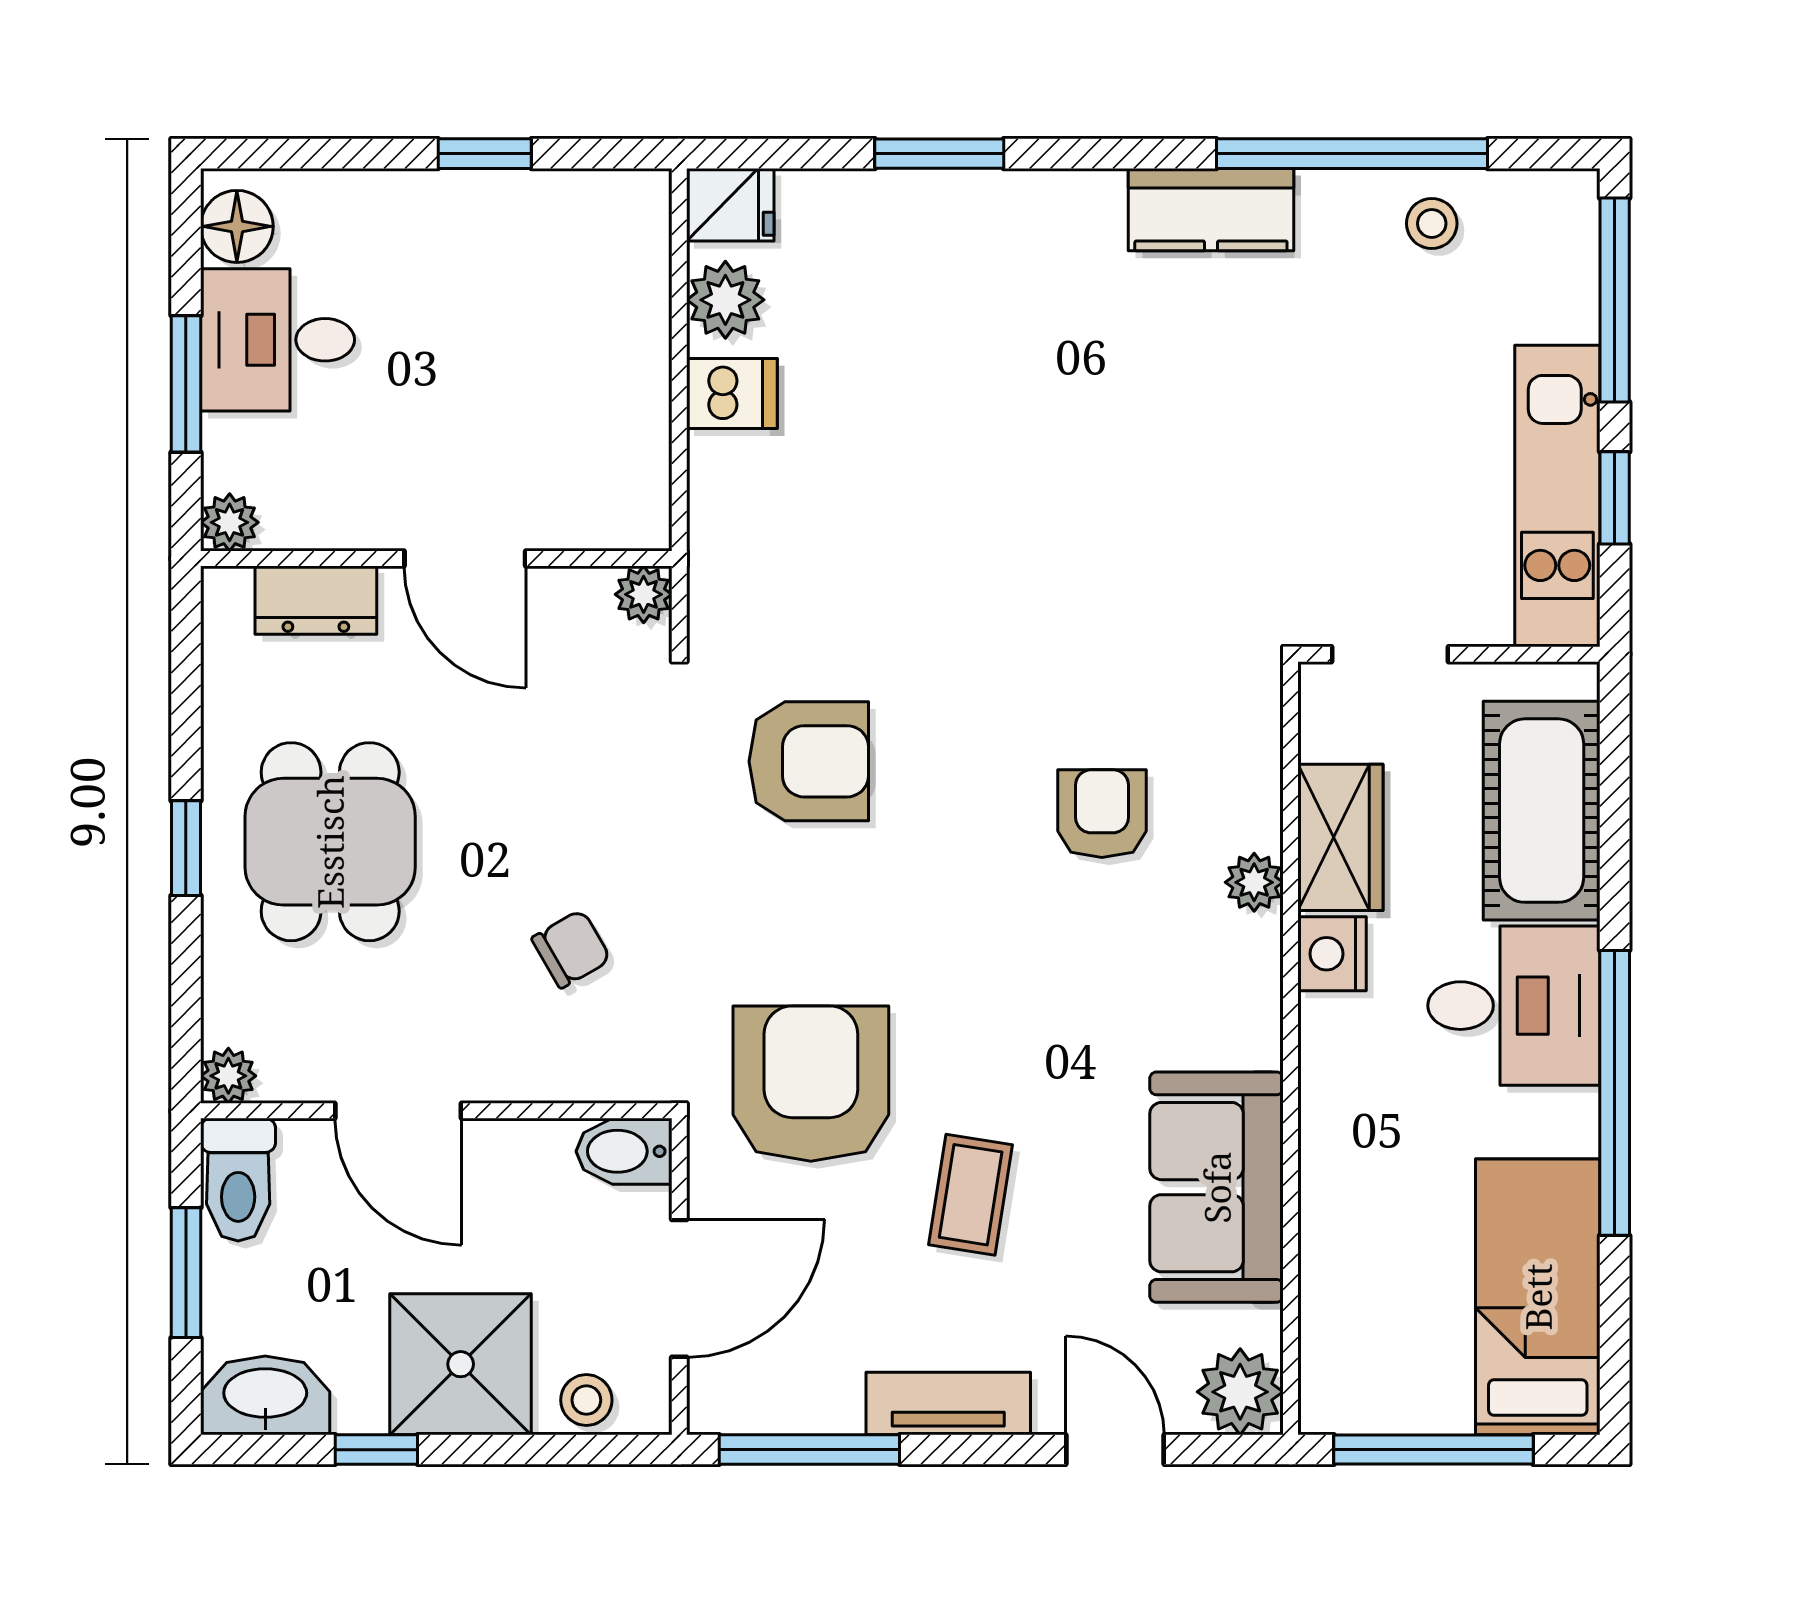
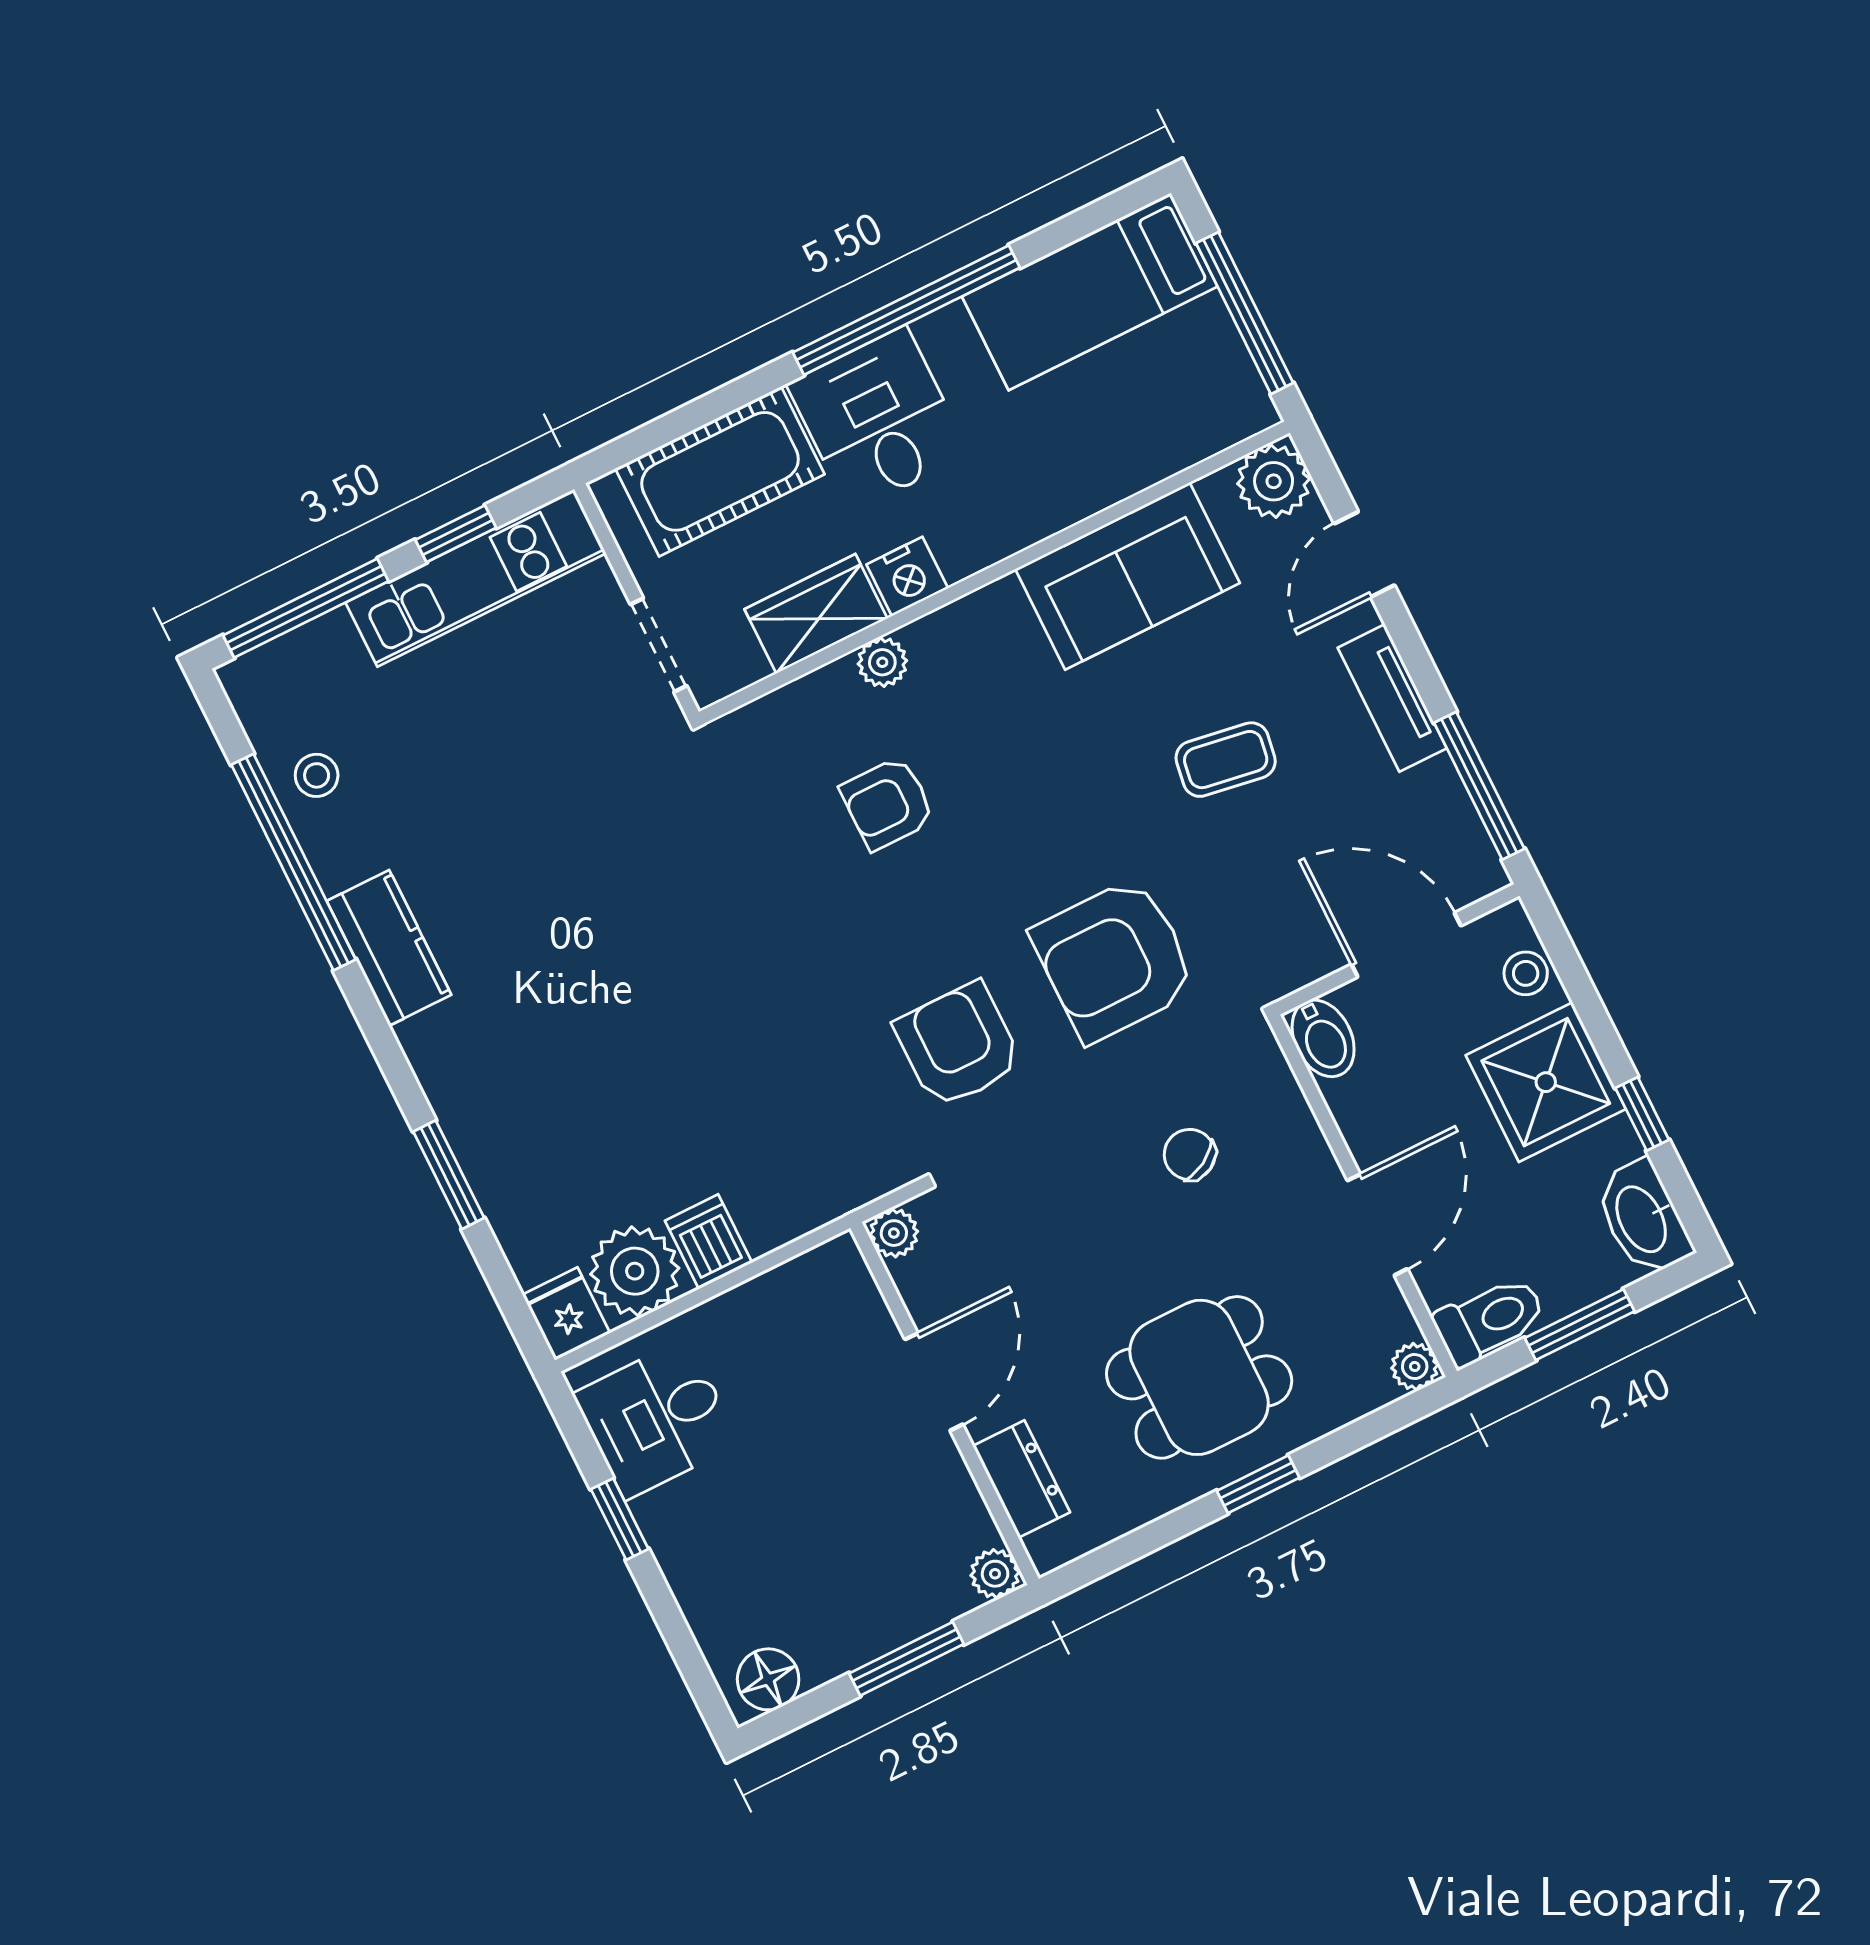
plant: (725, 300) -> (635, 1271), width x1.36, depth x1.36
desk: (278, 340) -> (656, 1419), moved, turned 90
armchair: (811, 1084) -> (1114, 960), moved

